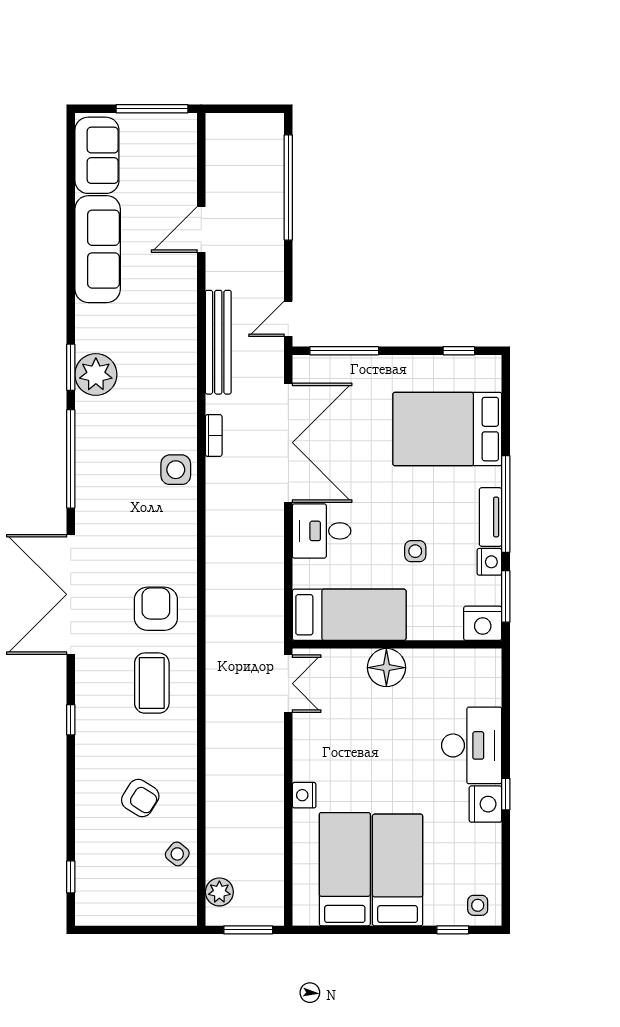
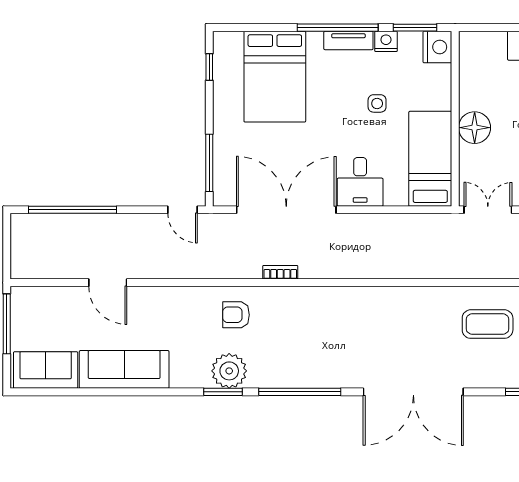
bench: (218, 342) -> (202, 268), removed
side table: (176, 470) -> (309, 304), removed
armchair: (156, 609) -> (236, 315), moved, width x0.72, depth x0.72

